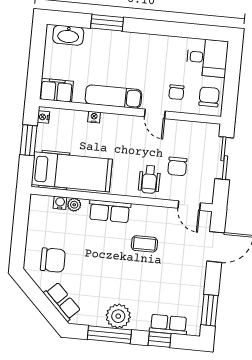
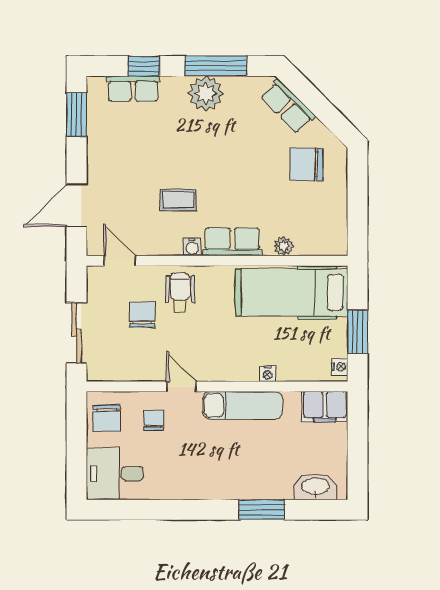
water cooler: (60, 203) -> (192, 247), moved

